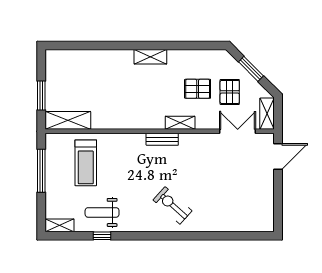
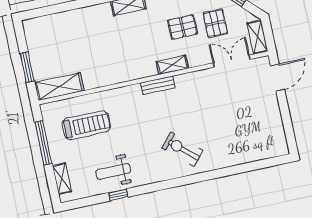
treadmill: (86, 163) -> (86, 125), turned -90
shelving: (60, 225) -> (62, 179), moved, turned 90

